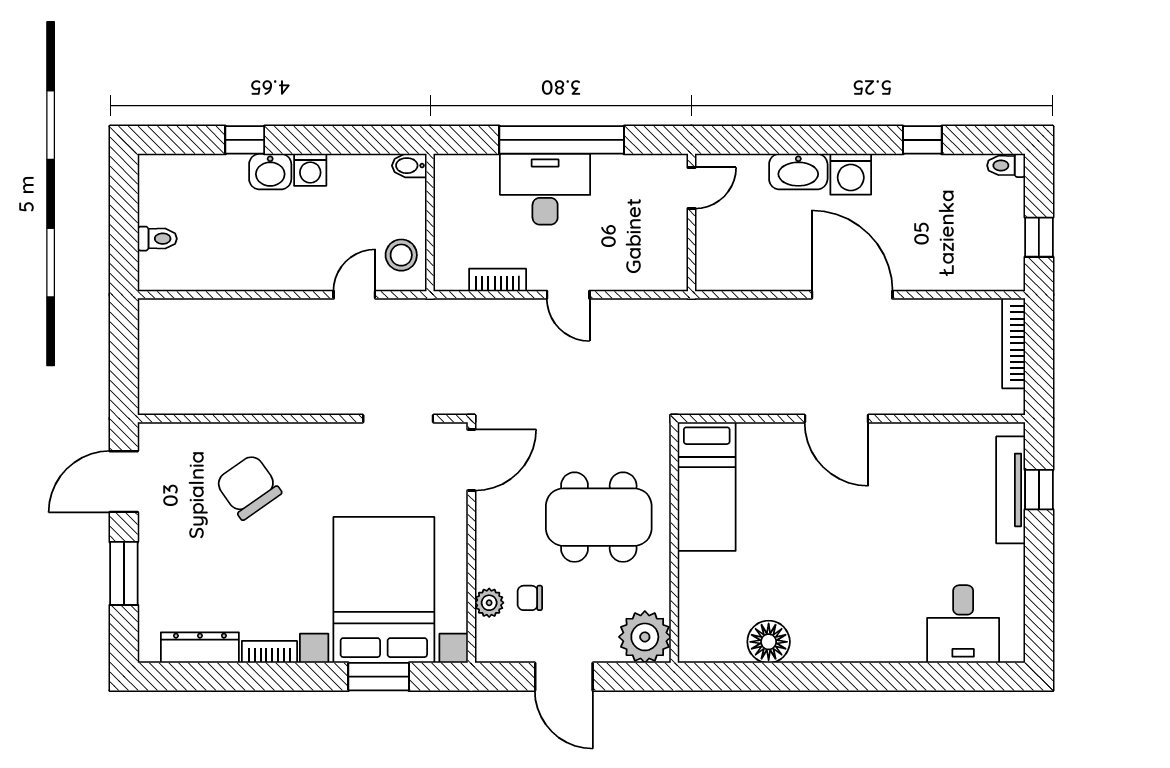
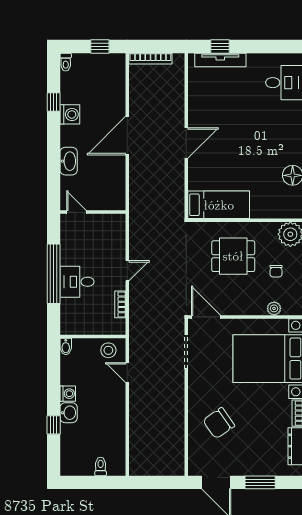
washing machine: (851, 174) -> (70, 114), moved
desk: (545, 189) -> (77, 282), width x0.73
dining table: (599, 517) -> (233, 256), width x0.73
chair: (530, 598) -> (276, 271), moved

